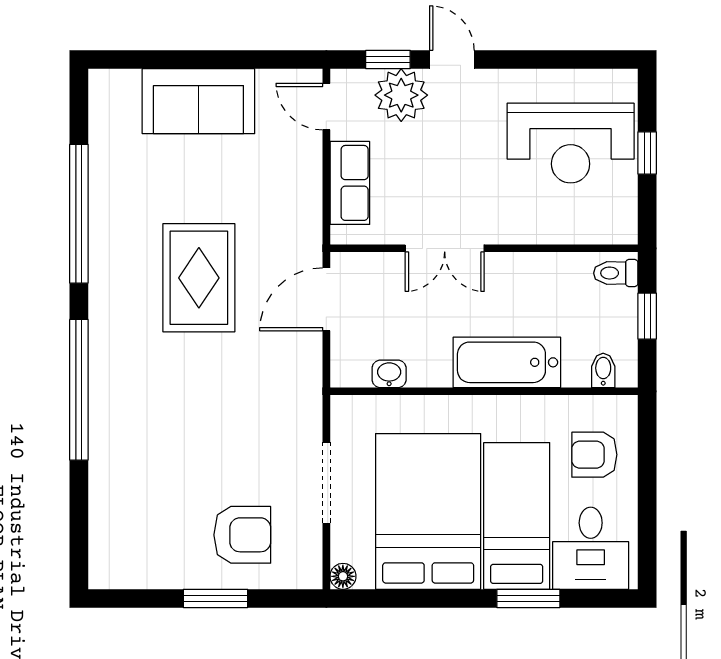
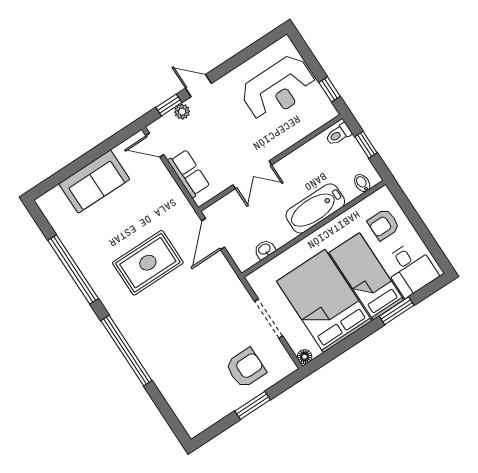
plant: (401, 95) -> (182, 112), width x0.53, depth x0.53
window: (647, 153) -> (330, 89), moved
rug: (199, 278) -> (148, 263), turned 90

